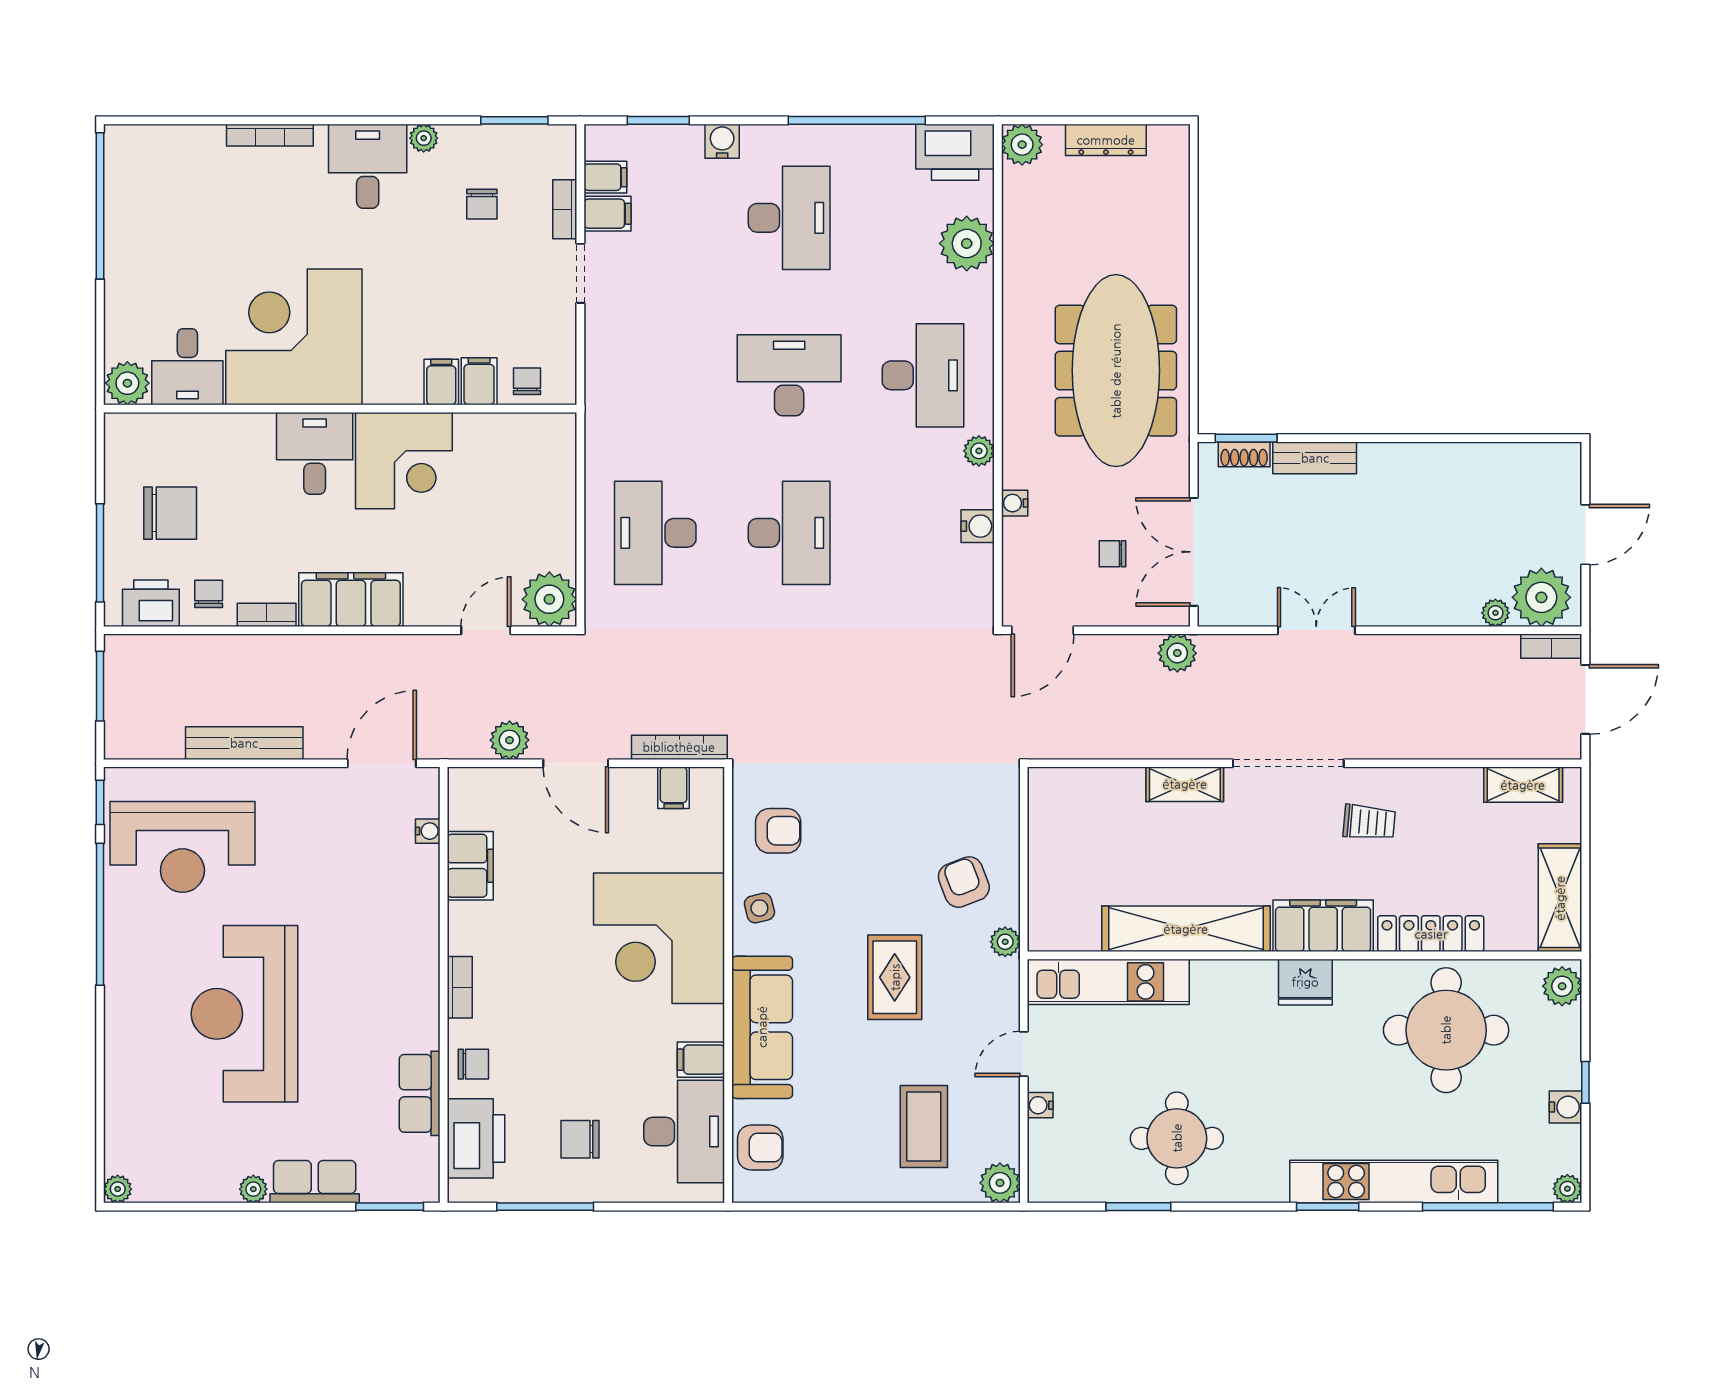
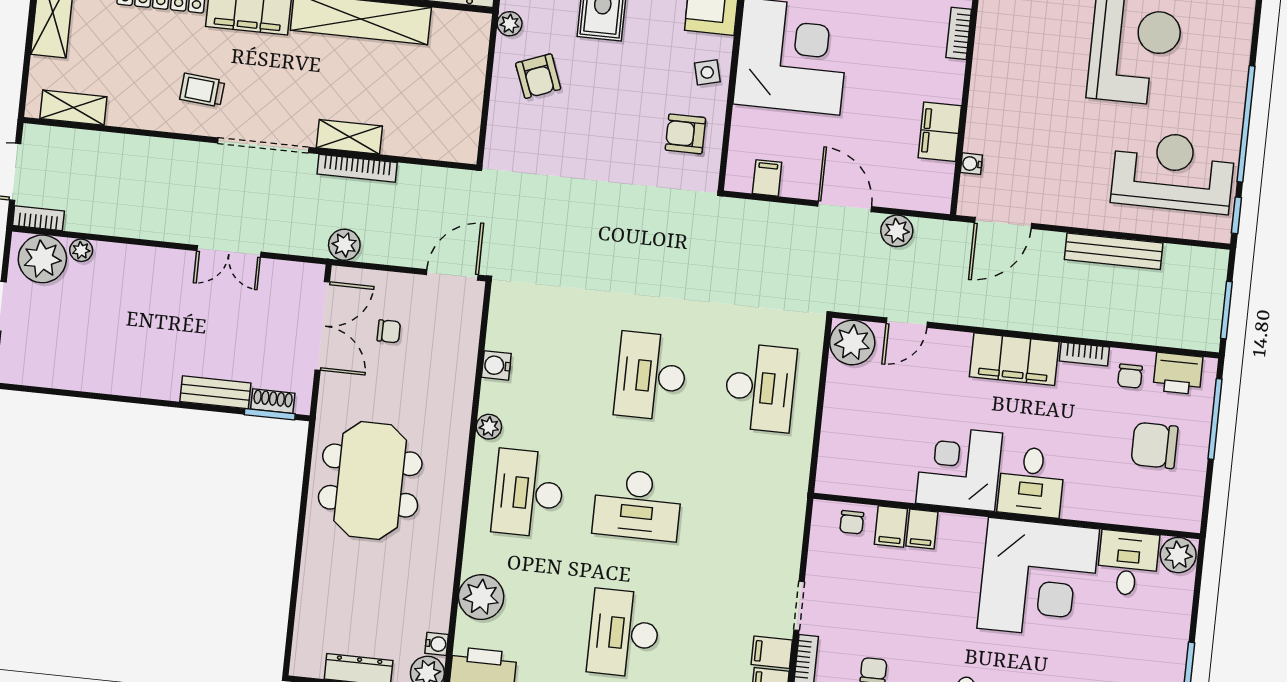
meeting table: (1116, 371) -> (370, 481), width x0.73
water cooler: (1015, 503) -> (437, 644), moved
bookcase: (679, 747) -> (357, 168), moved

